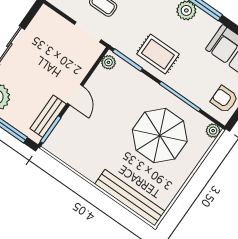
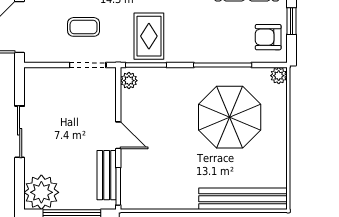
rug: (158, 54) -> (149, 36), moved, turned 90

